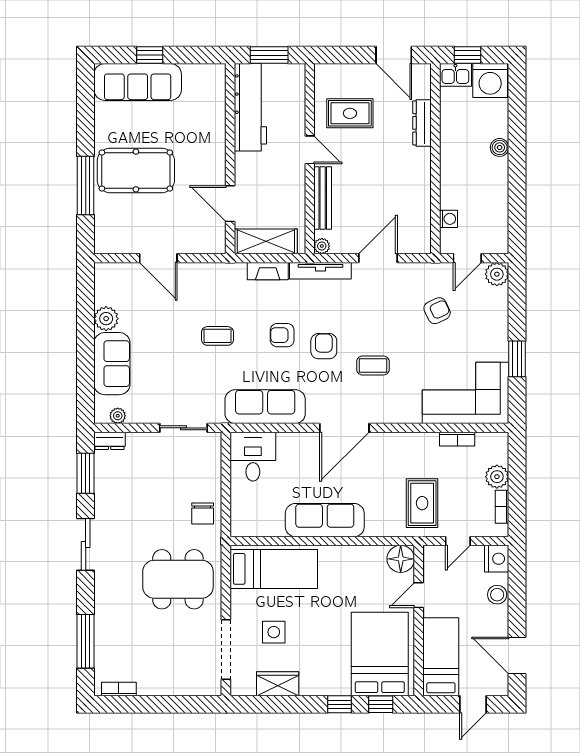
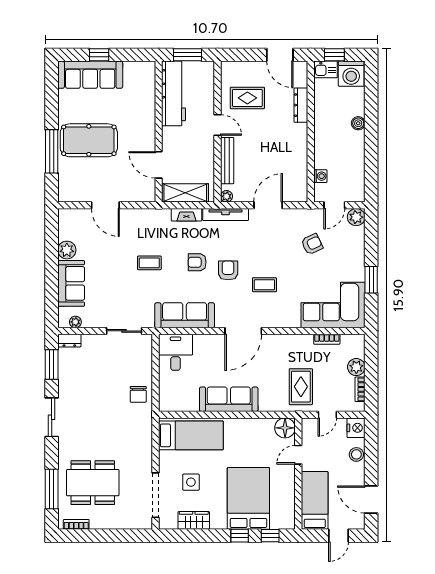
dining table: (178, 579) -> (93, 483), moved
bed: (380, 654) -> (248, 498), moved

